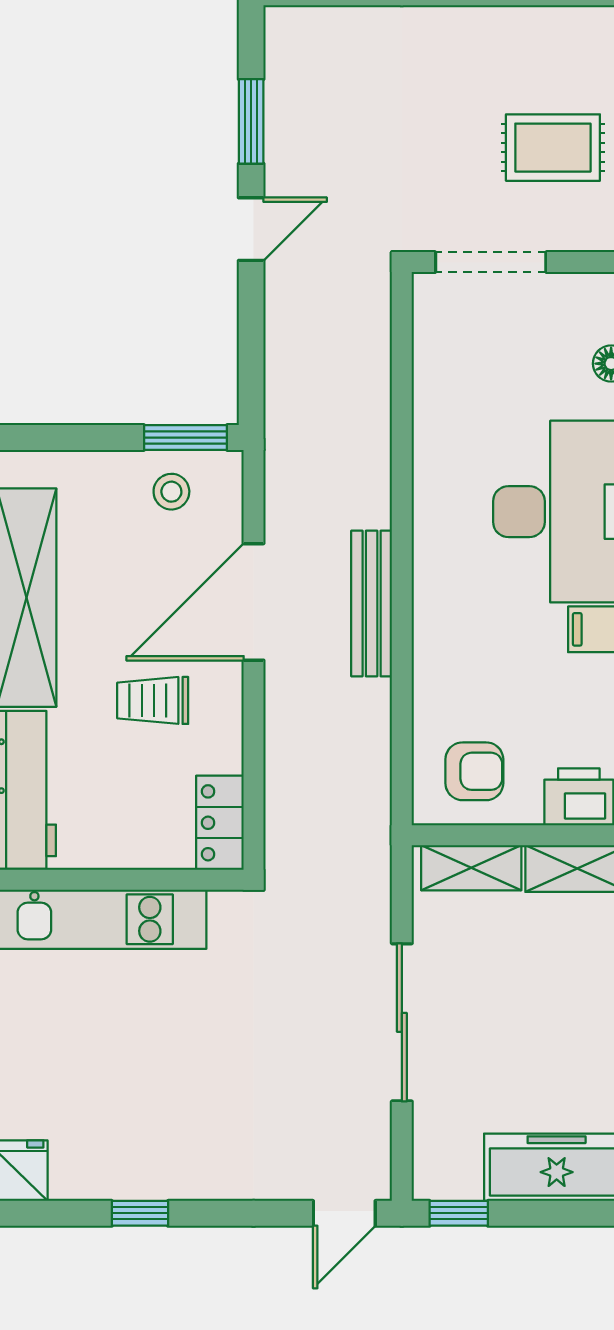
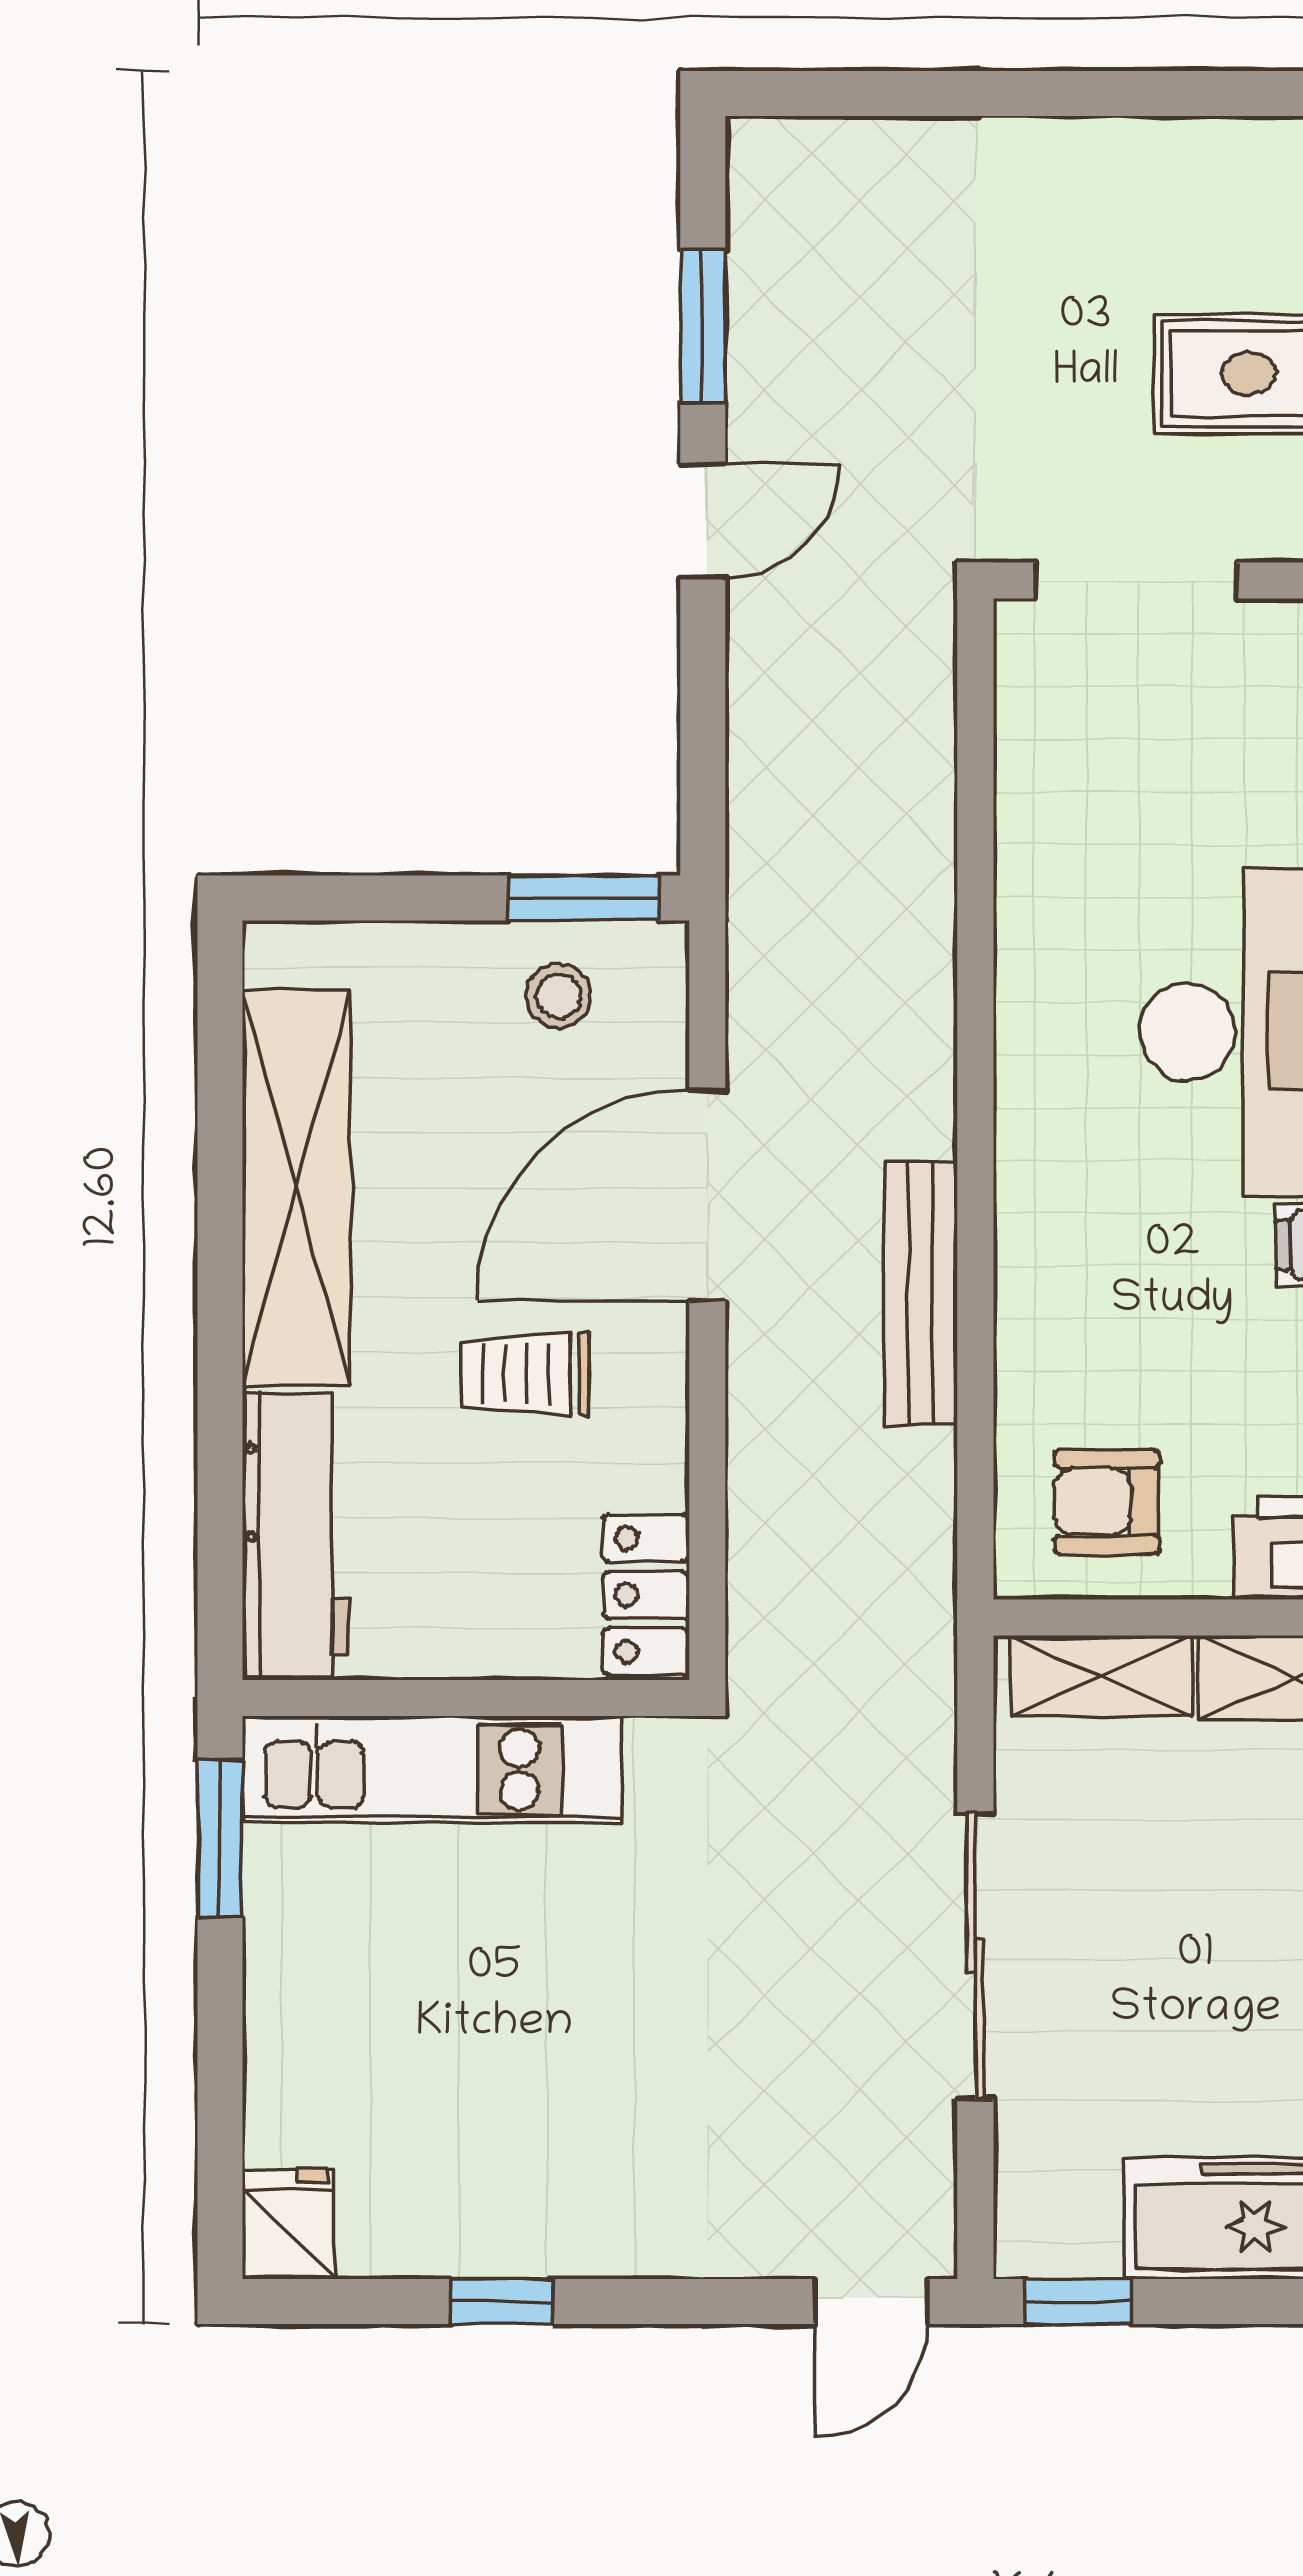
bench: (372, 603) -> (921, 1294), moved
armchair: (474, 771) -> (1107, 1502), turned 180

